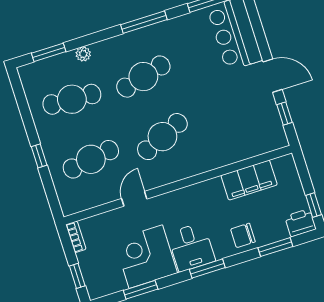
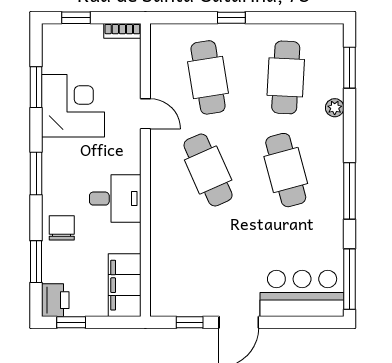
filing cabinet: (249, 180) -> (125, 285), moved
desk: (191, 247) -> (115, 199), moved, turned 180

